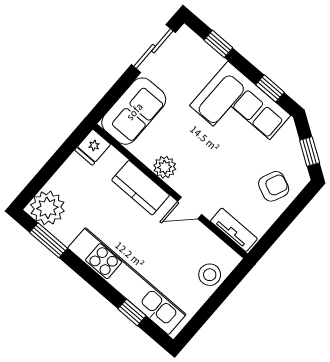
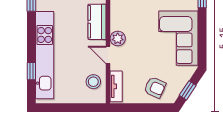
window: (270, 88) -> (202, 44), removed
plant: (165, 167) -> (118, 38), moved
stool: (210, 275) -> (93, 82), moved

